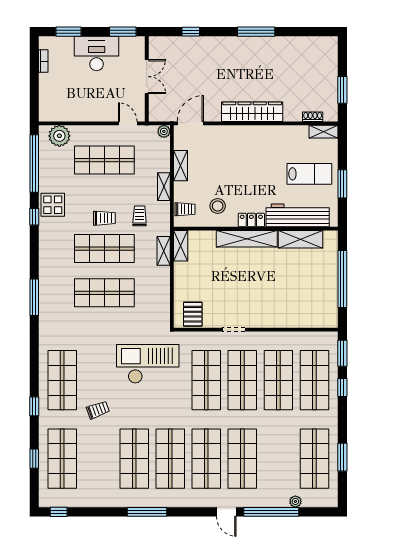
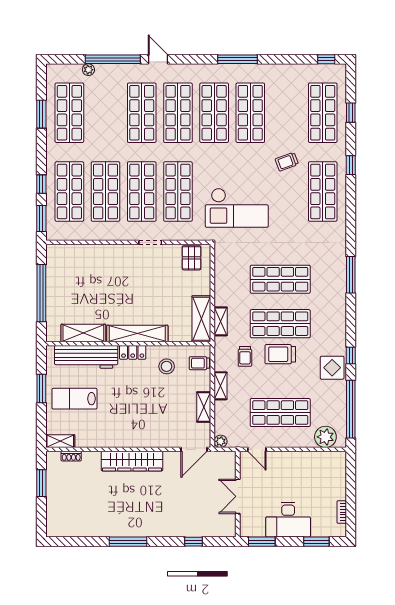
trolley: (104, 218) -> (280, 354), width x1.36, depth x1.39
shelving: (181, 246) -> (201, 319), width x1.50, depth x1.33

